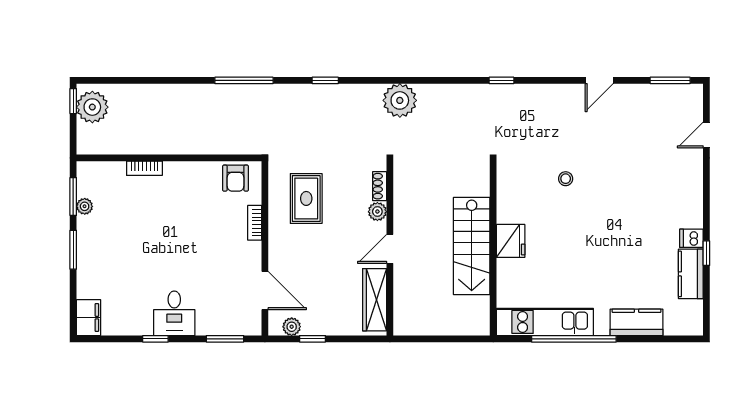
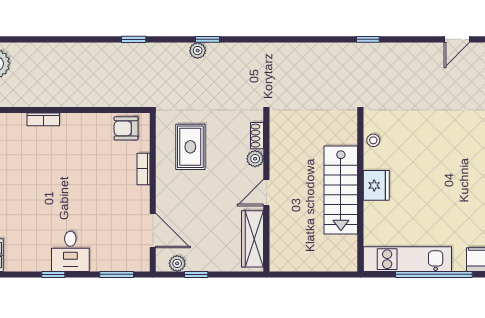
window: (244, 80) -> (134, 39), width x0.46
plant: (400, 100) -> (198, 51), moved, width x0.53, depth x0.53
armchair: (236, 178) -> (126, 128), turned 90
stool: (566, 179) -> (373, 140), moved

